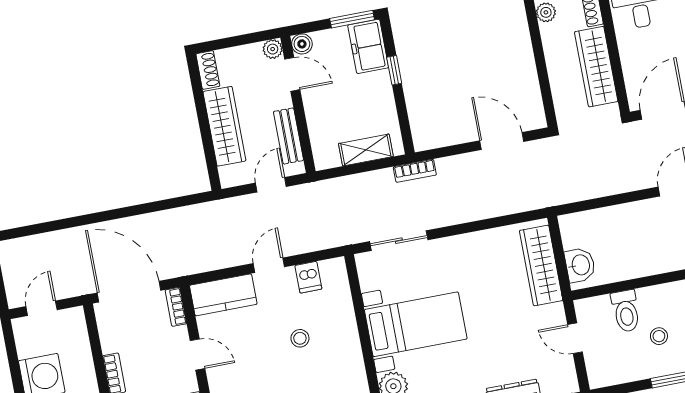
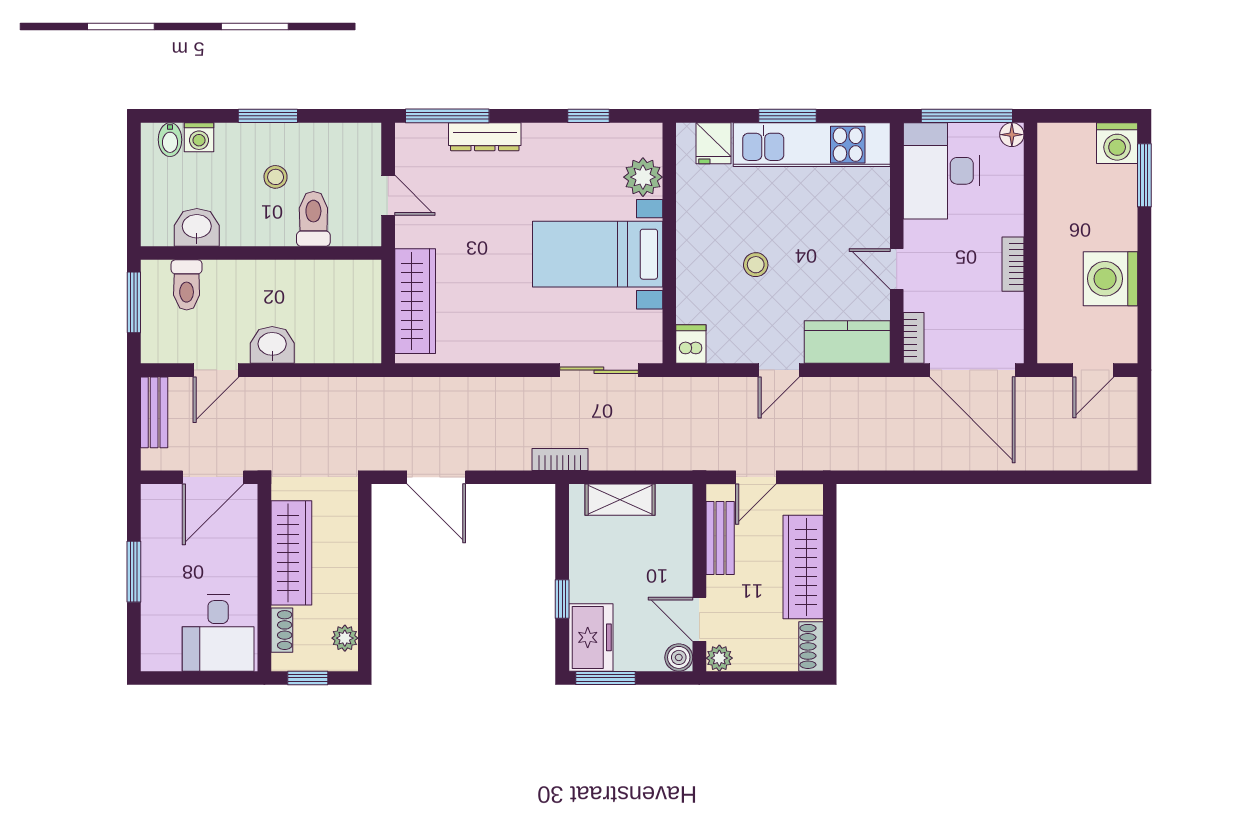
washbasin: (580, 265) -> (272, 345), moved, turned 90
dishwasher: (308, 277) -> (691, 344), moved

